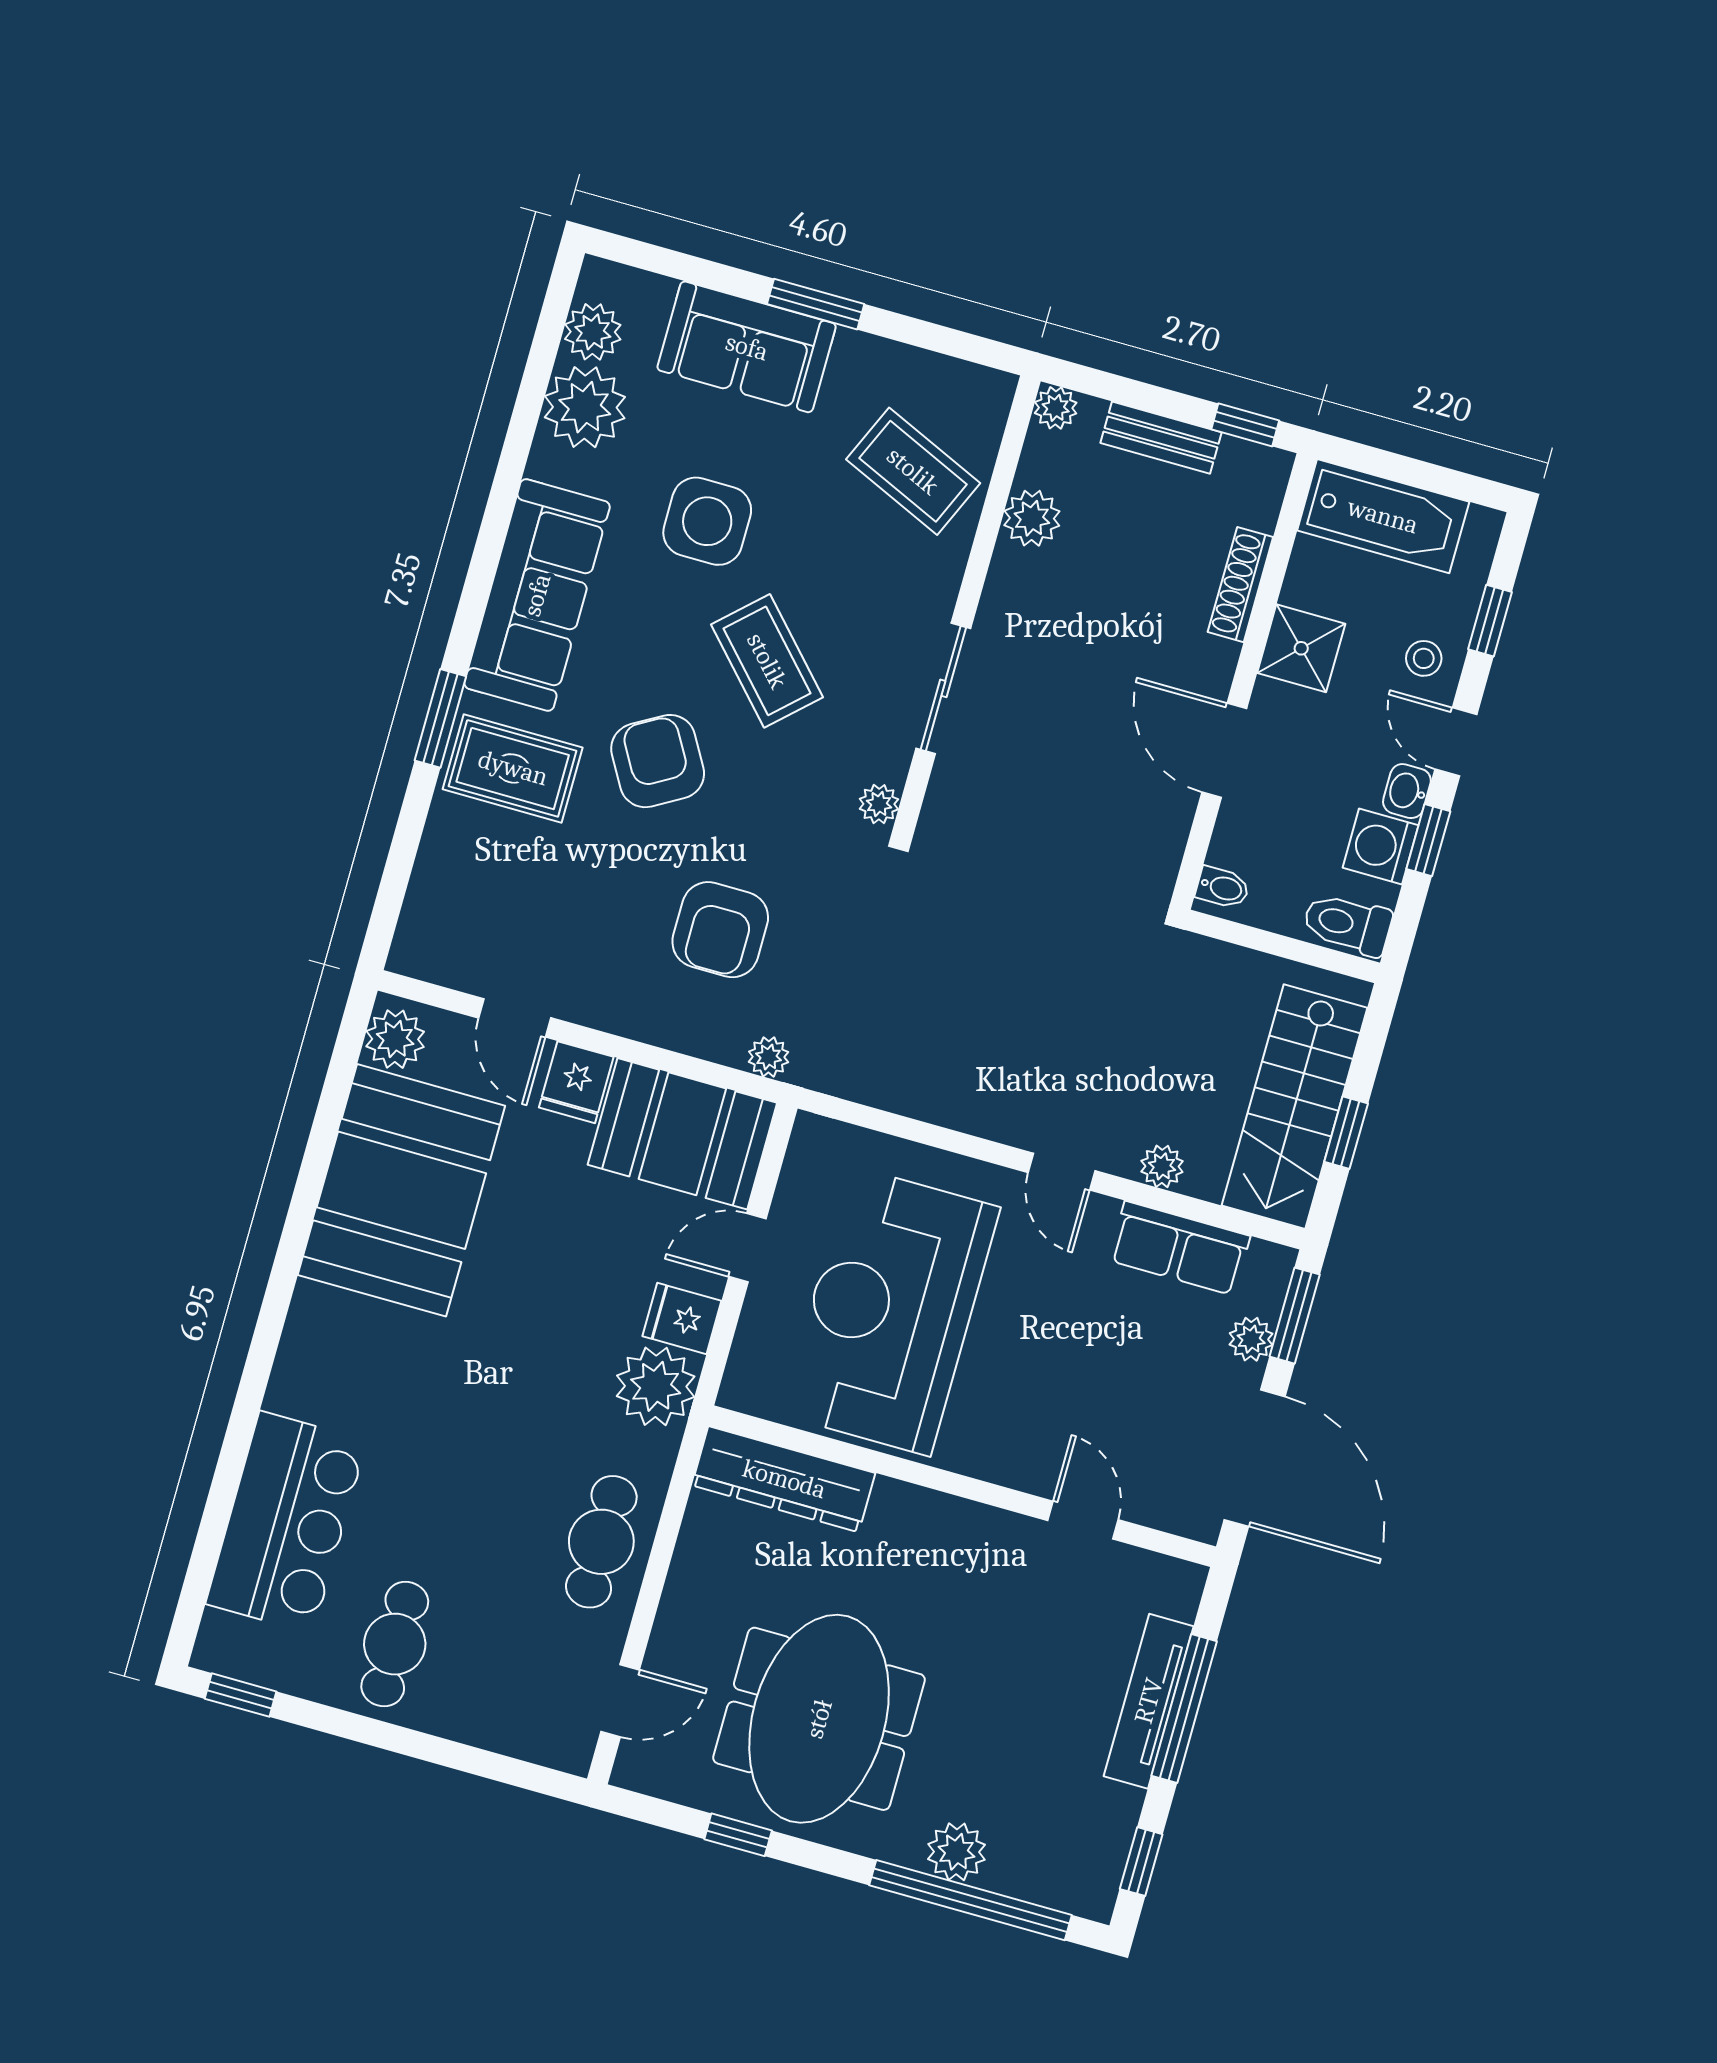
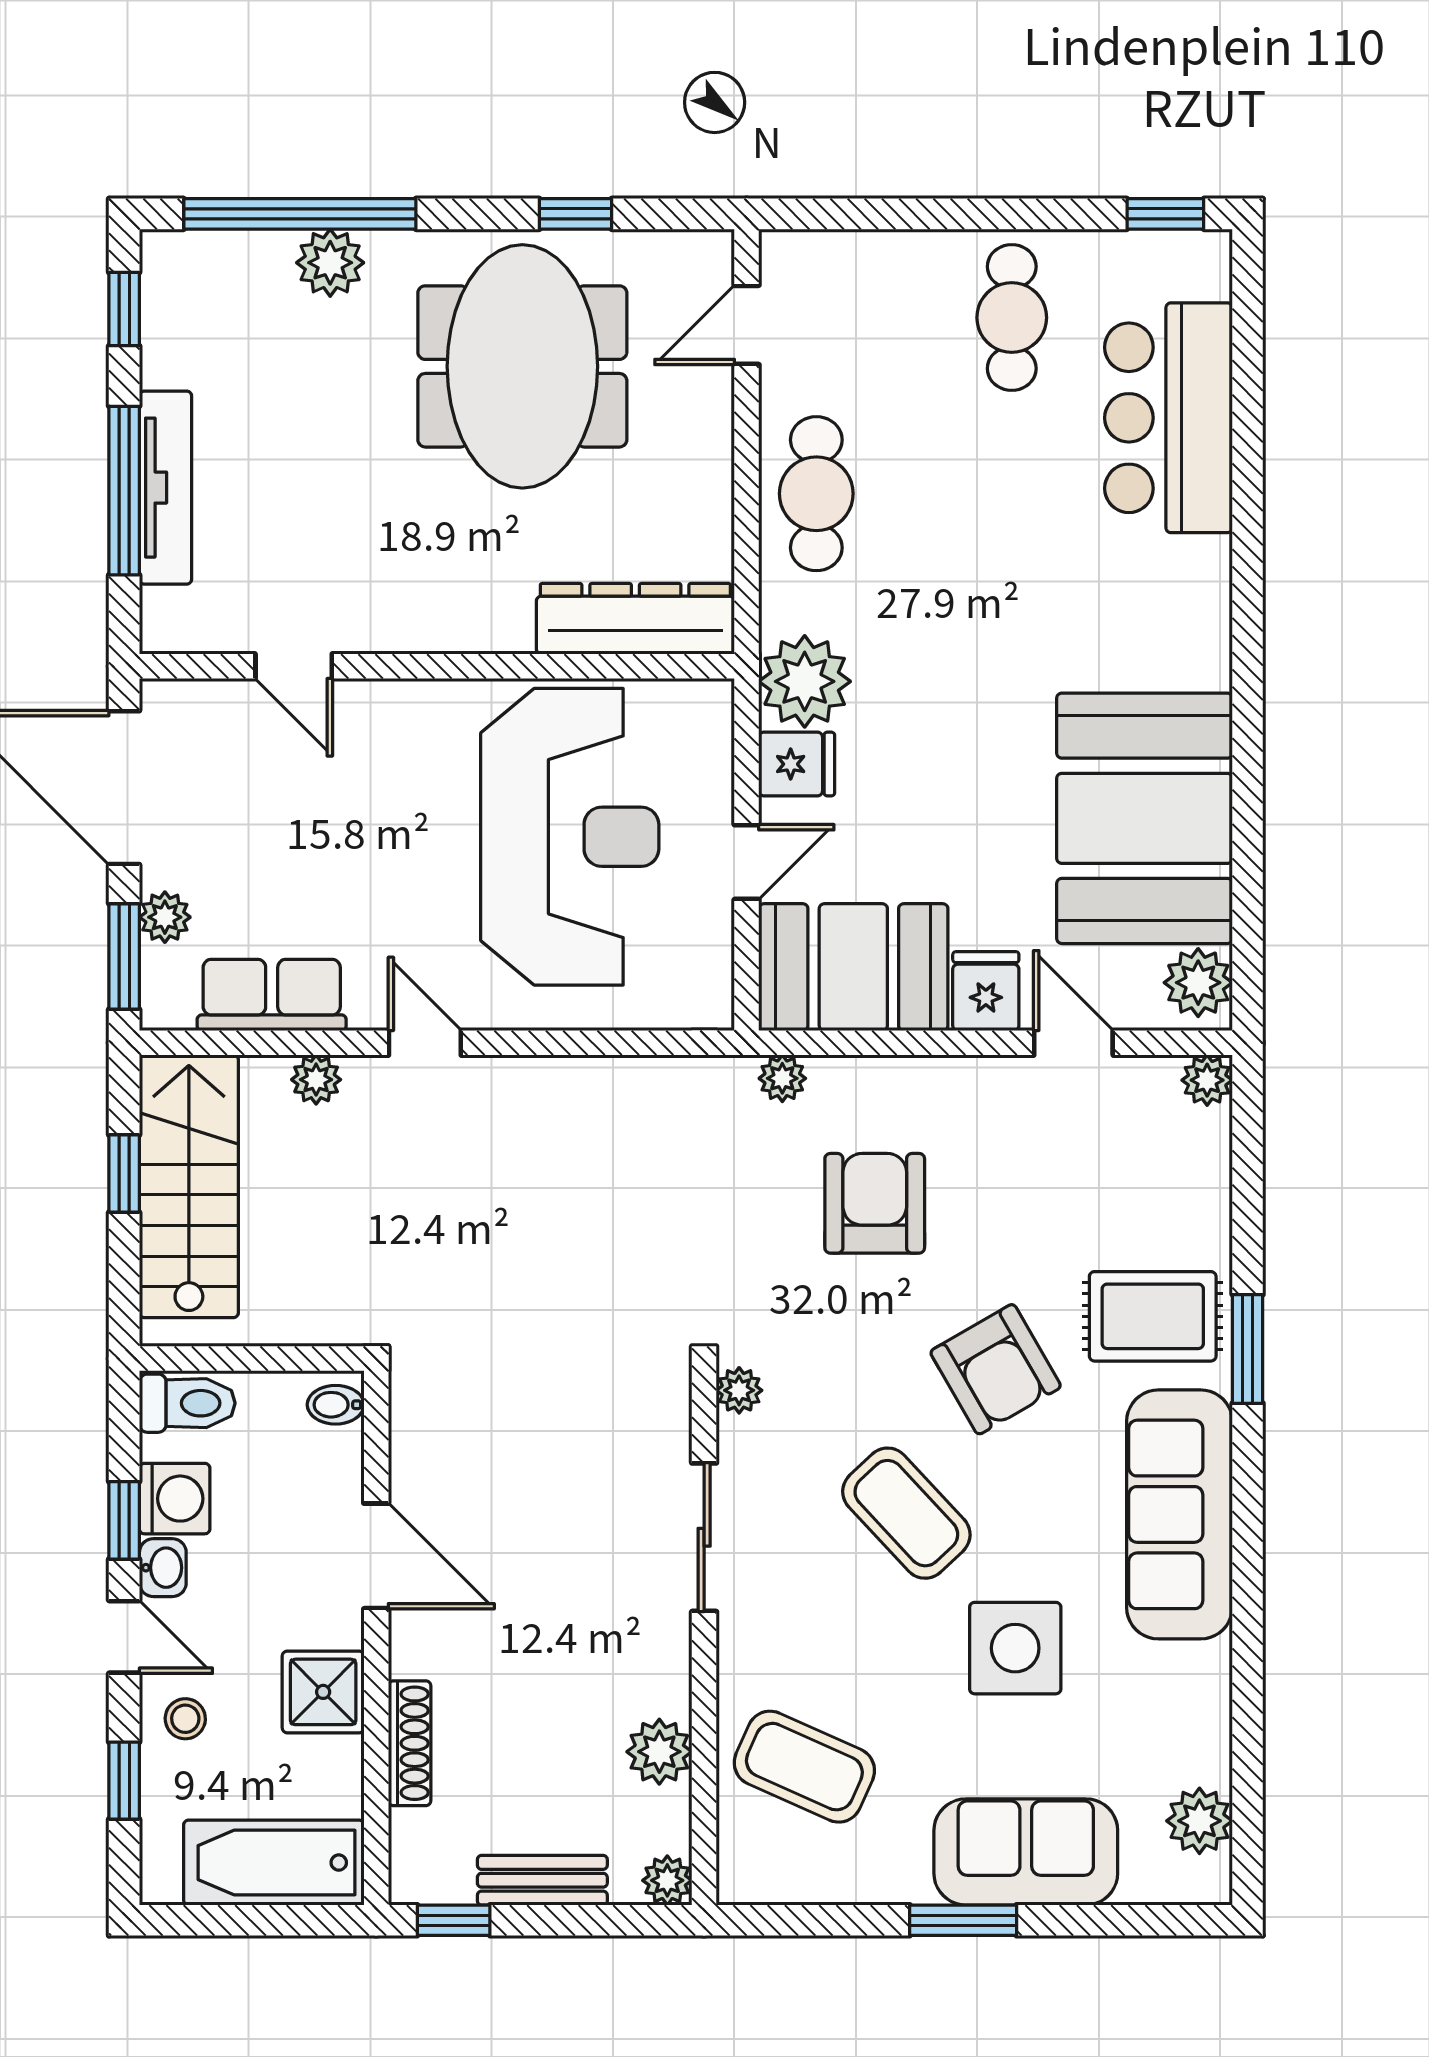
plant: (585, 407) -> (1207, 1080), moved, width x0.53, depth x0.53

